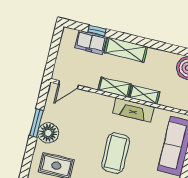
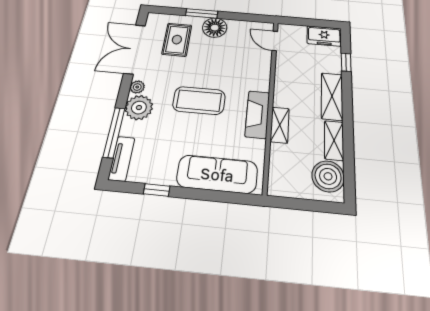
freezer: (91, 42) -> (324, 36), moved, turned -90
shelving: (114, 87) -> (334, 140), moved
window: (36, 123) -> (202, 13), moved

